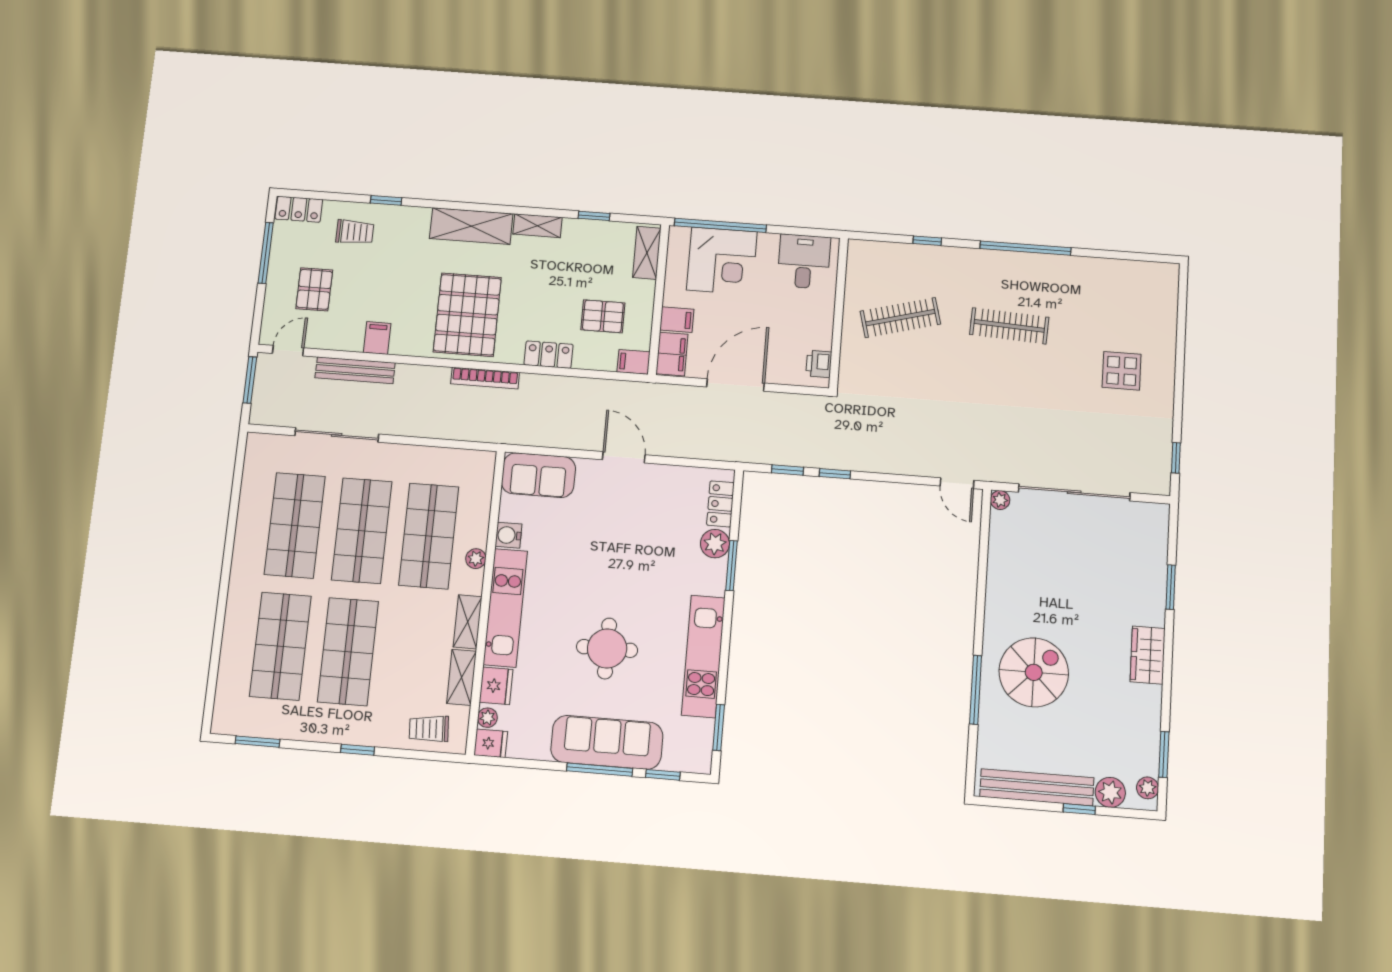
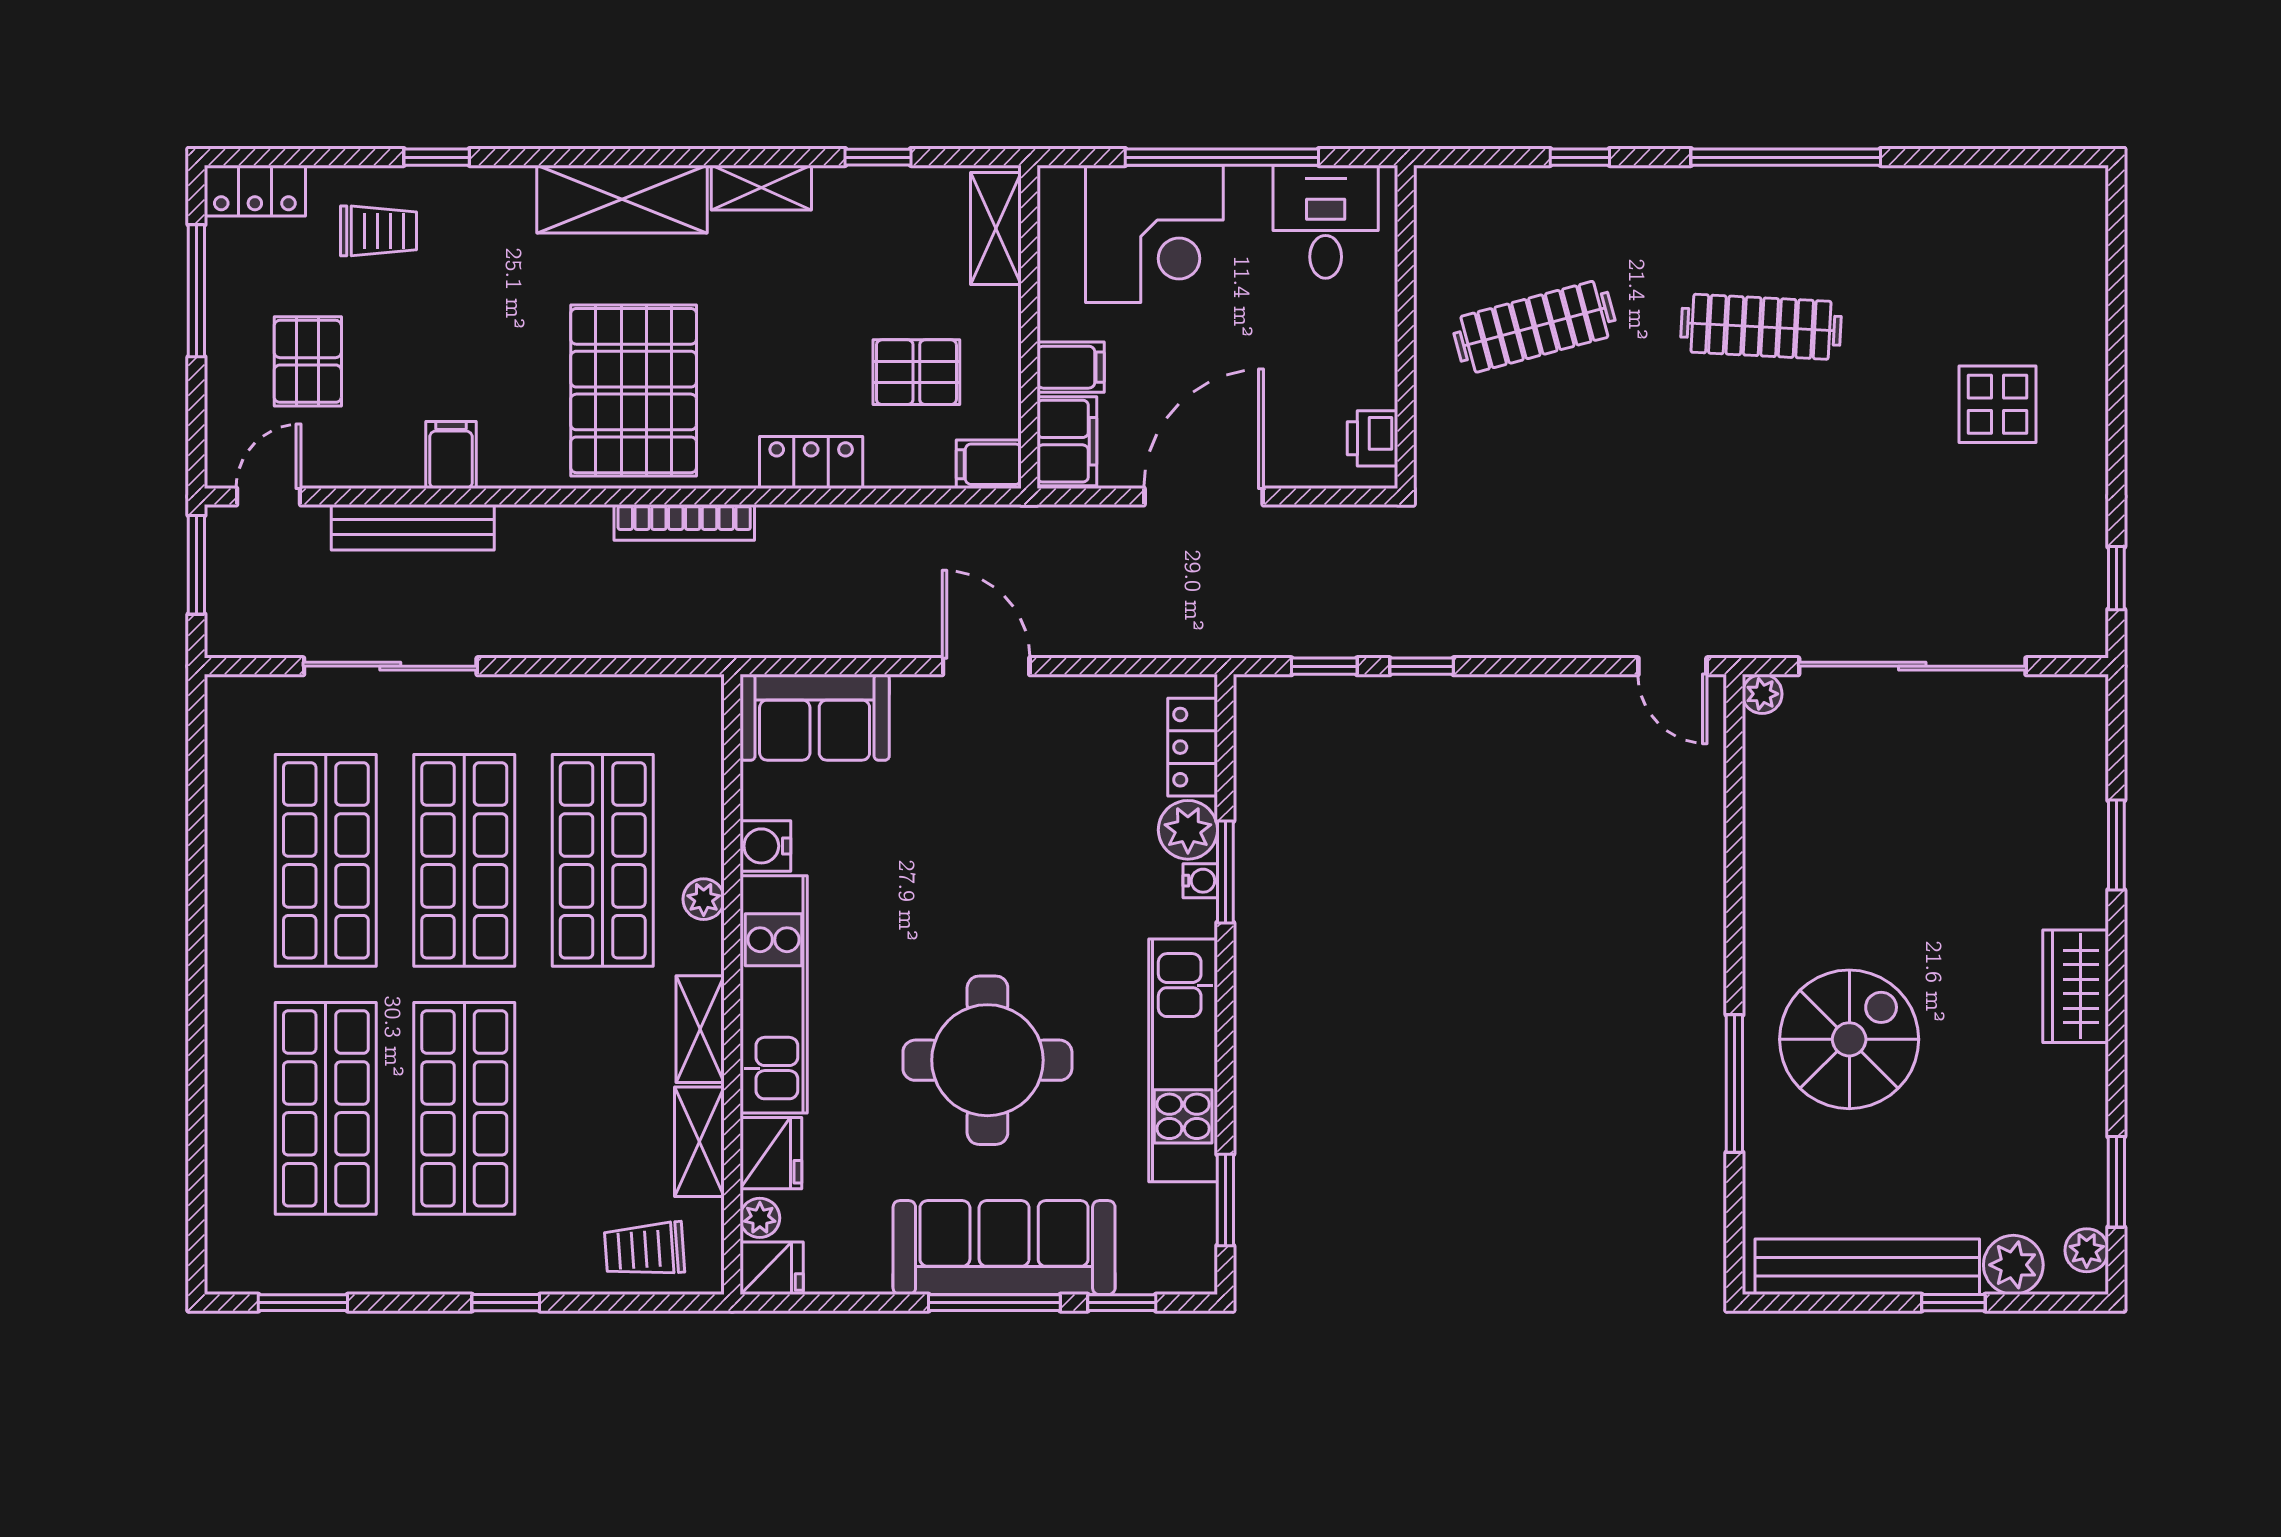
window: (720, 225) -> (1222, 157), moved
water cooler: (719, 569) -> (1200, 881), added
round table: (607, 648) -> (987, 1060), width x1.36, depth x1.36

